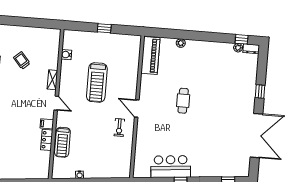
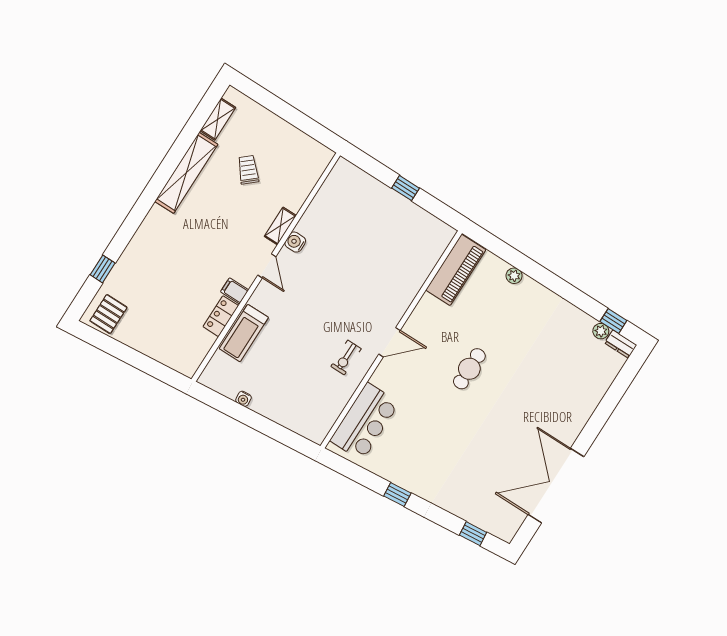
water cooler: (66, 55) -> (295, 242), moved
treadmill: (97, 82) -> (348, 268), removed
window: (260, 92) -> (599, 419), removed
door: (137, 109) -> (390, 342), swing flipped
double door: (256, 136) -> (556, 486), swing flipped
bar counter: (171, 167) -> (365, 422), moved, turned 95

